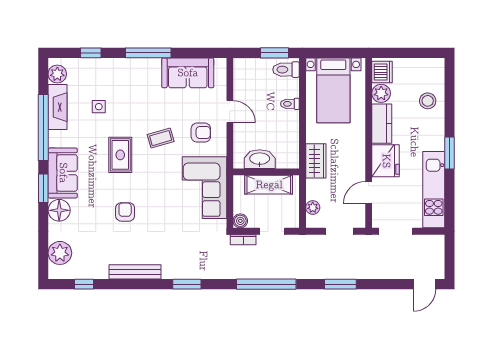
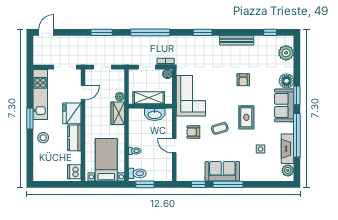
window: (91, 53) -> (198, 184), moved
sofa: (188, 73) -> (222, 171), moved
plant: (381, 93) -> (75, 158), removed
stool: (428, 101) -> (43, 138), moved
plant: (313, 208) -> (120, 97), moved

